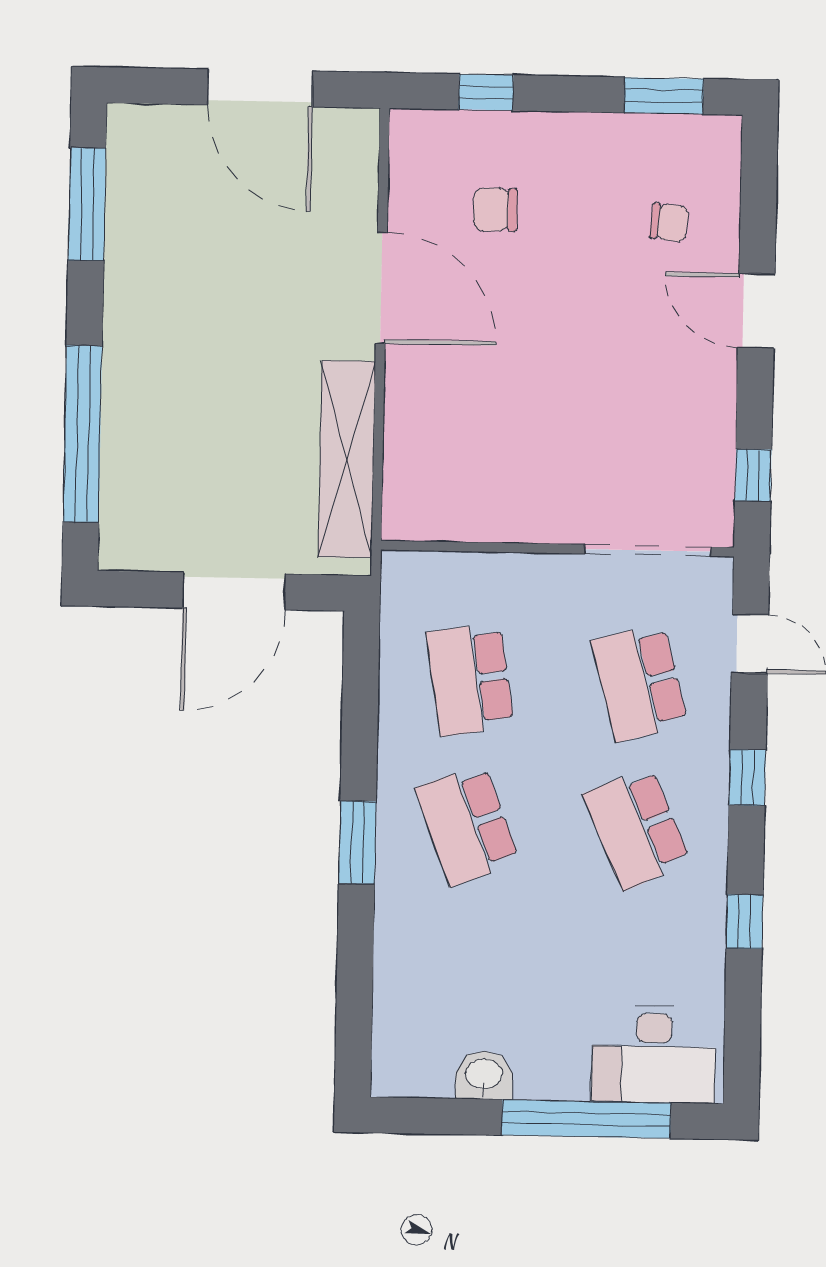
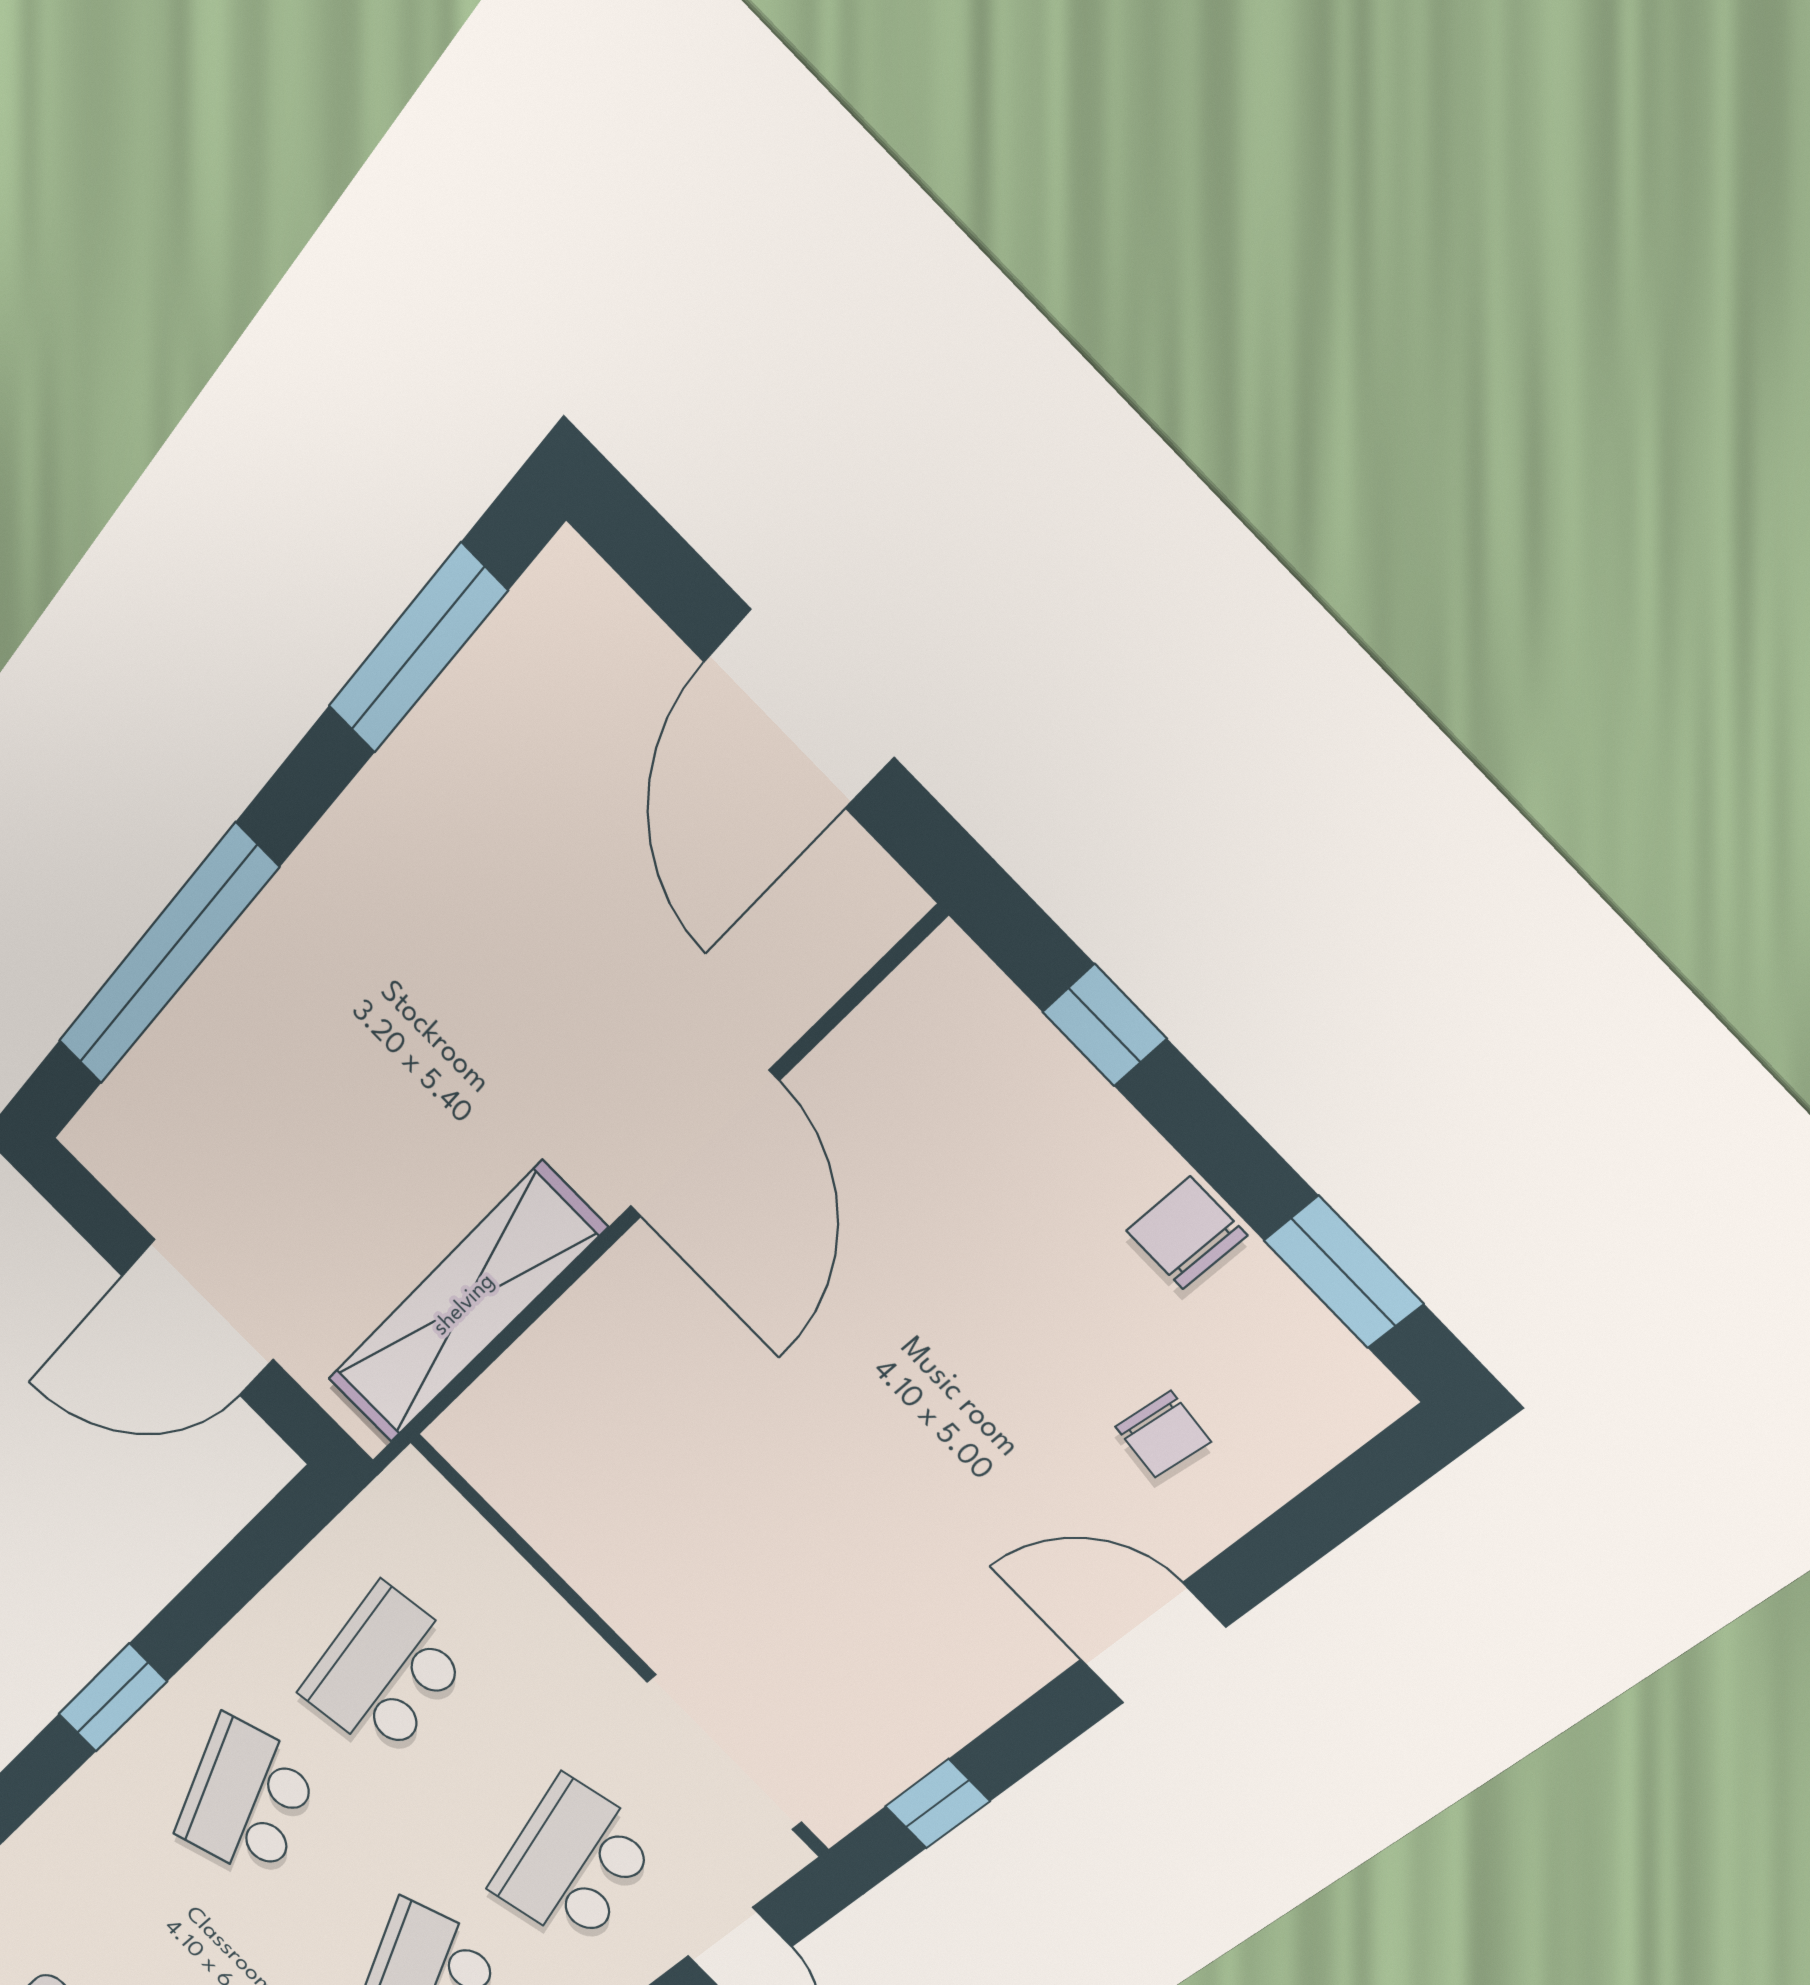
chair: (495, 210) -> (1187, 1233), moved
door: (756, 311) -> (1153, 1643), hinge flipped

